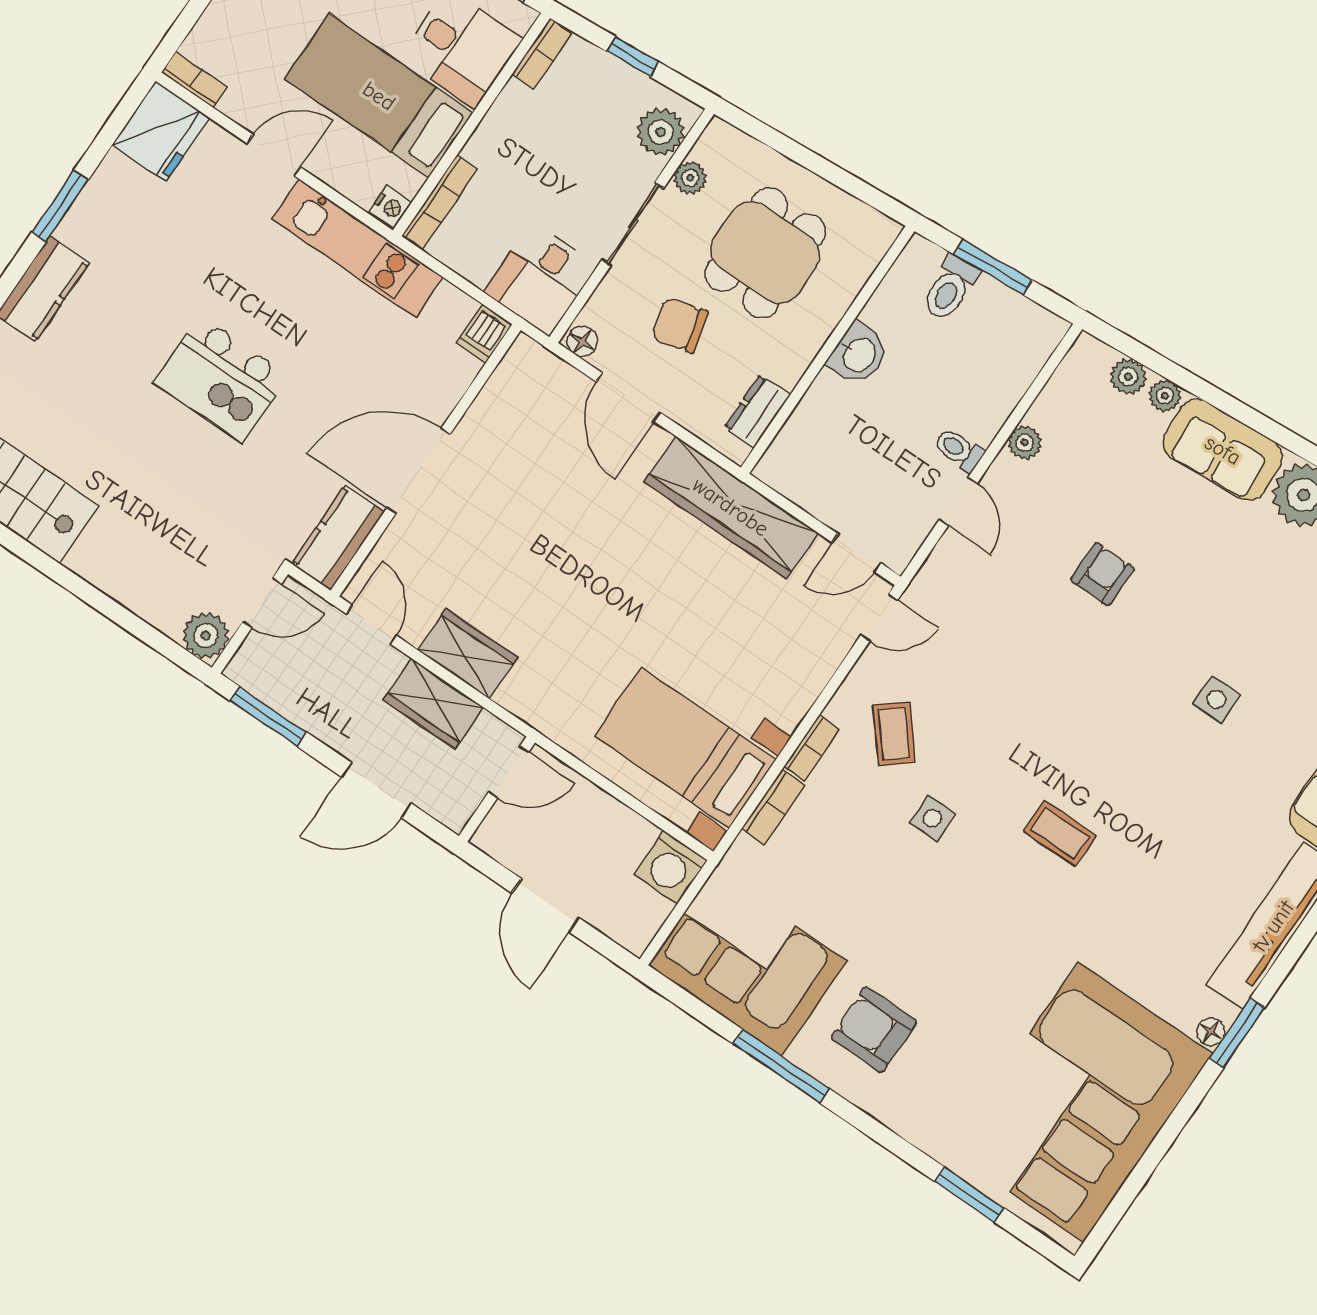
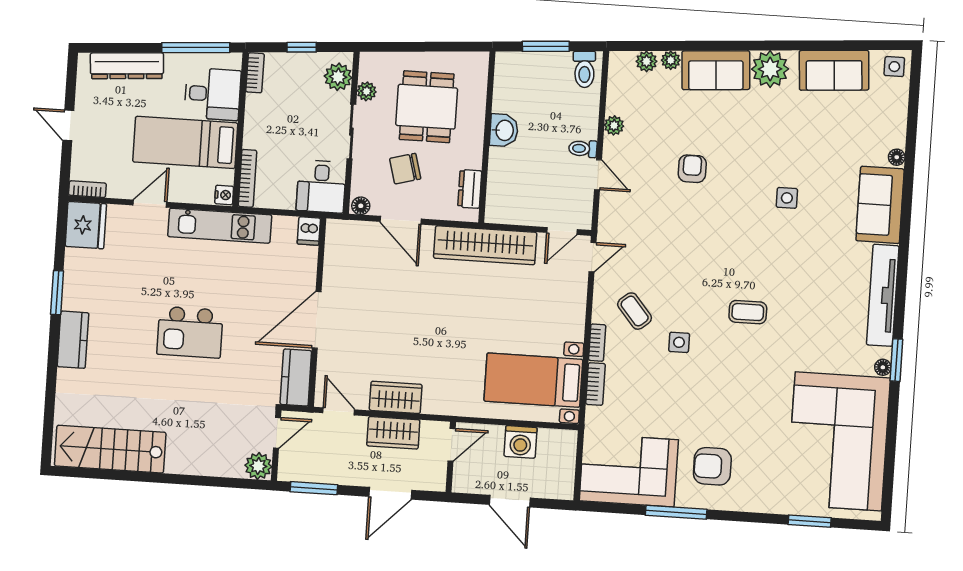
toilet: (950, 288) -> (584, 69), moved
washing machine: (671, 867) -> (520, 442), moved

